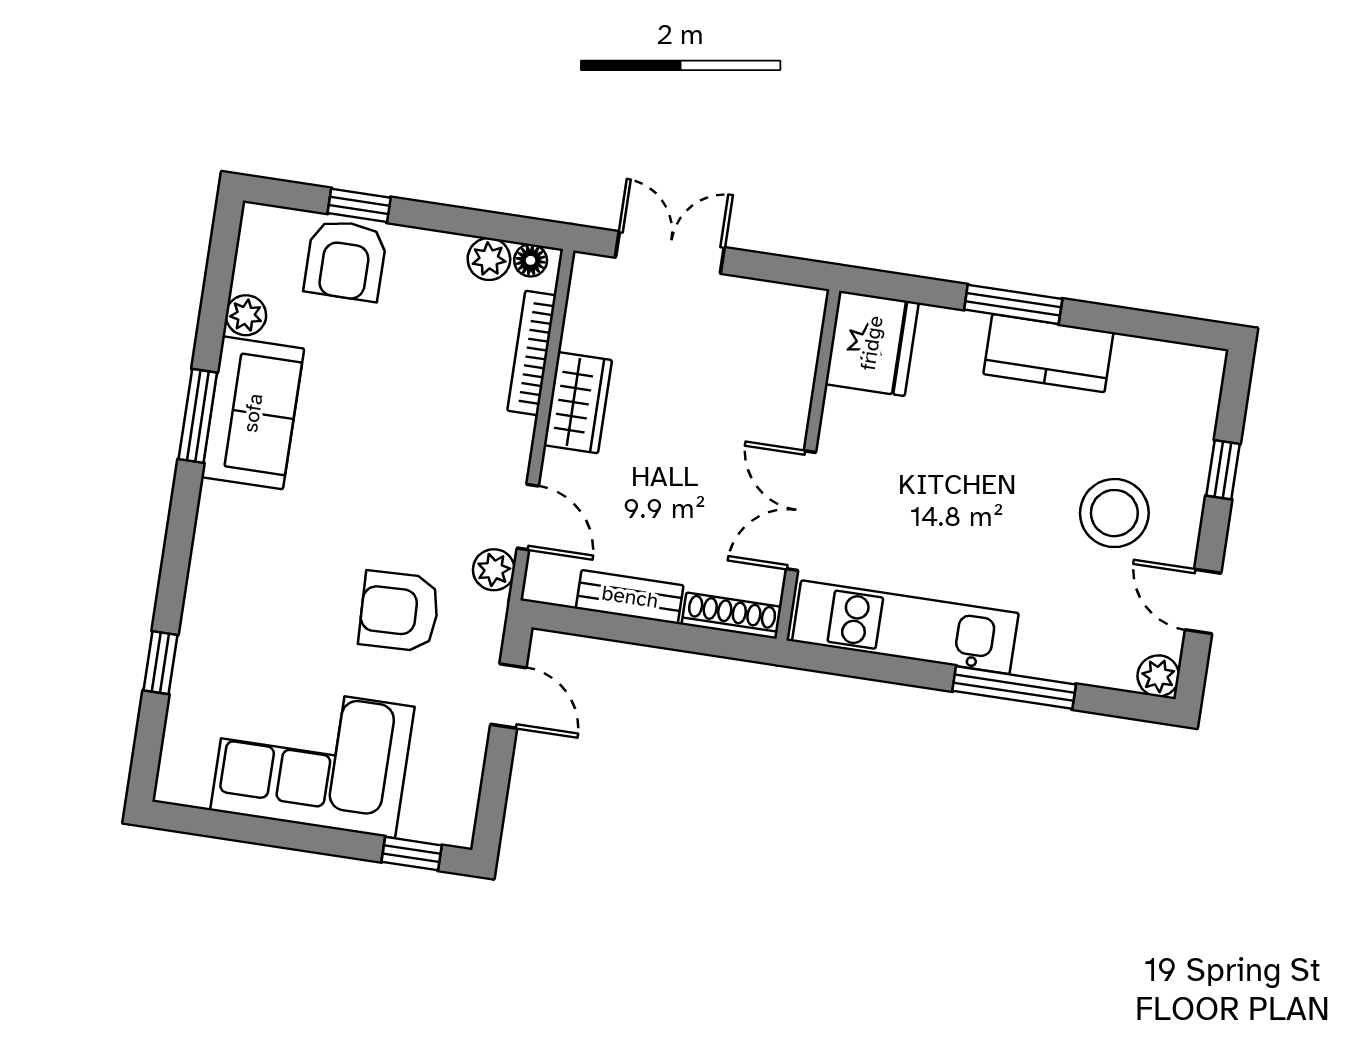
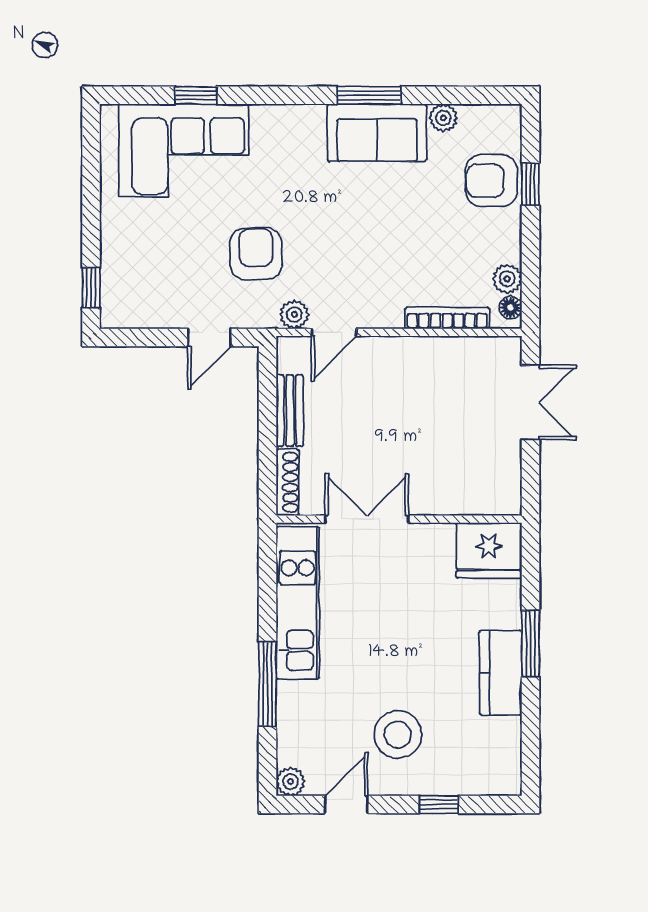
wardrobe: (578, 403) -> (418, 355), removed
corner sofa: (312, 759) -> (184, 150), moved, turned 90

